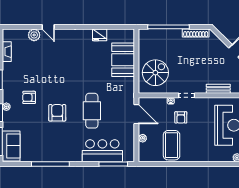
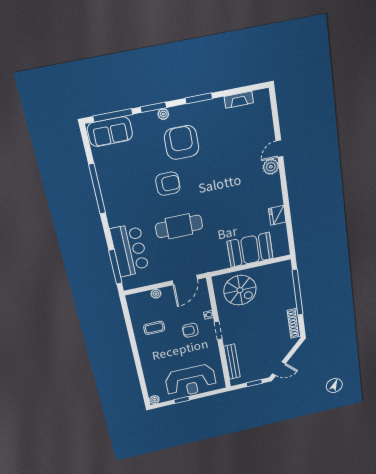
plant: (34, 35) -> (271, 167), moved
bench: (218, 89) -> (232, 362), width x1.36
armchair: (29, 97) -> (182, 142), width x1.88, depth x1.88
coffee table: (172, 145) -> (154, 328), width x0.54, depth x0.58

